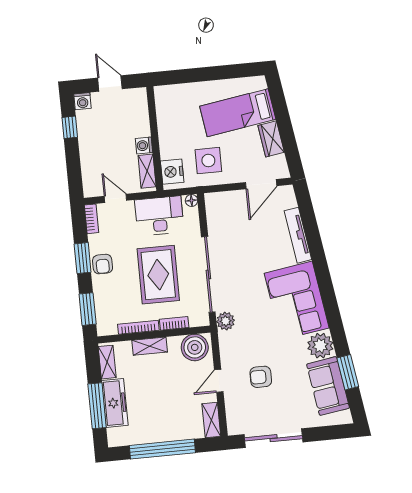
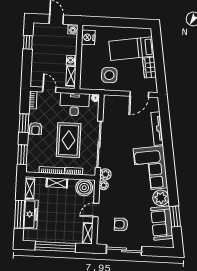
washing machine: (82, 101) -> (73, 29), moved
nightstand: (172, 172) -> (88, 37), moved
plant: (226, 339) -> (104, 185), added
armchair: (261, 377) -> (121, 224), moved

